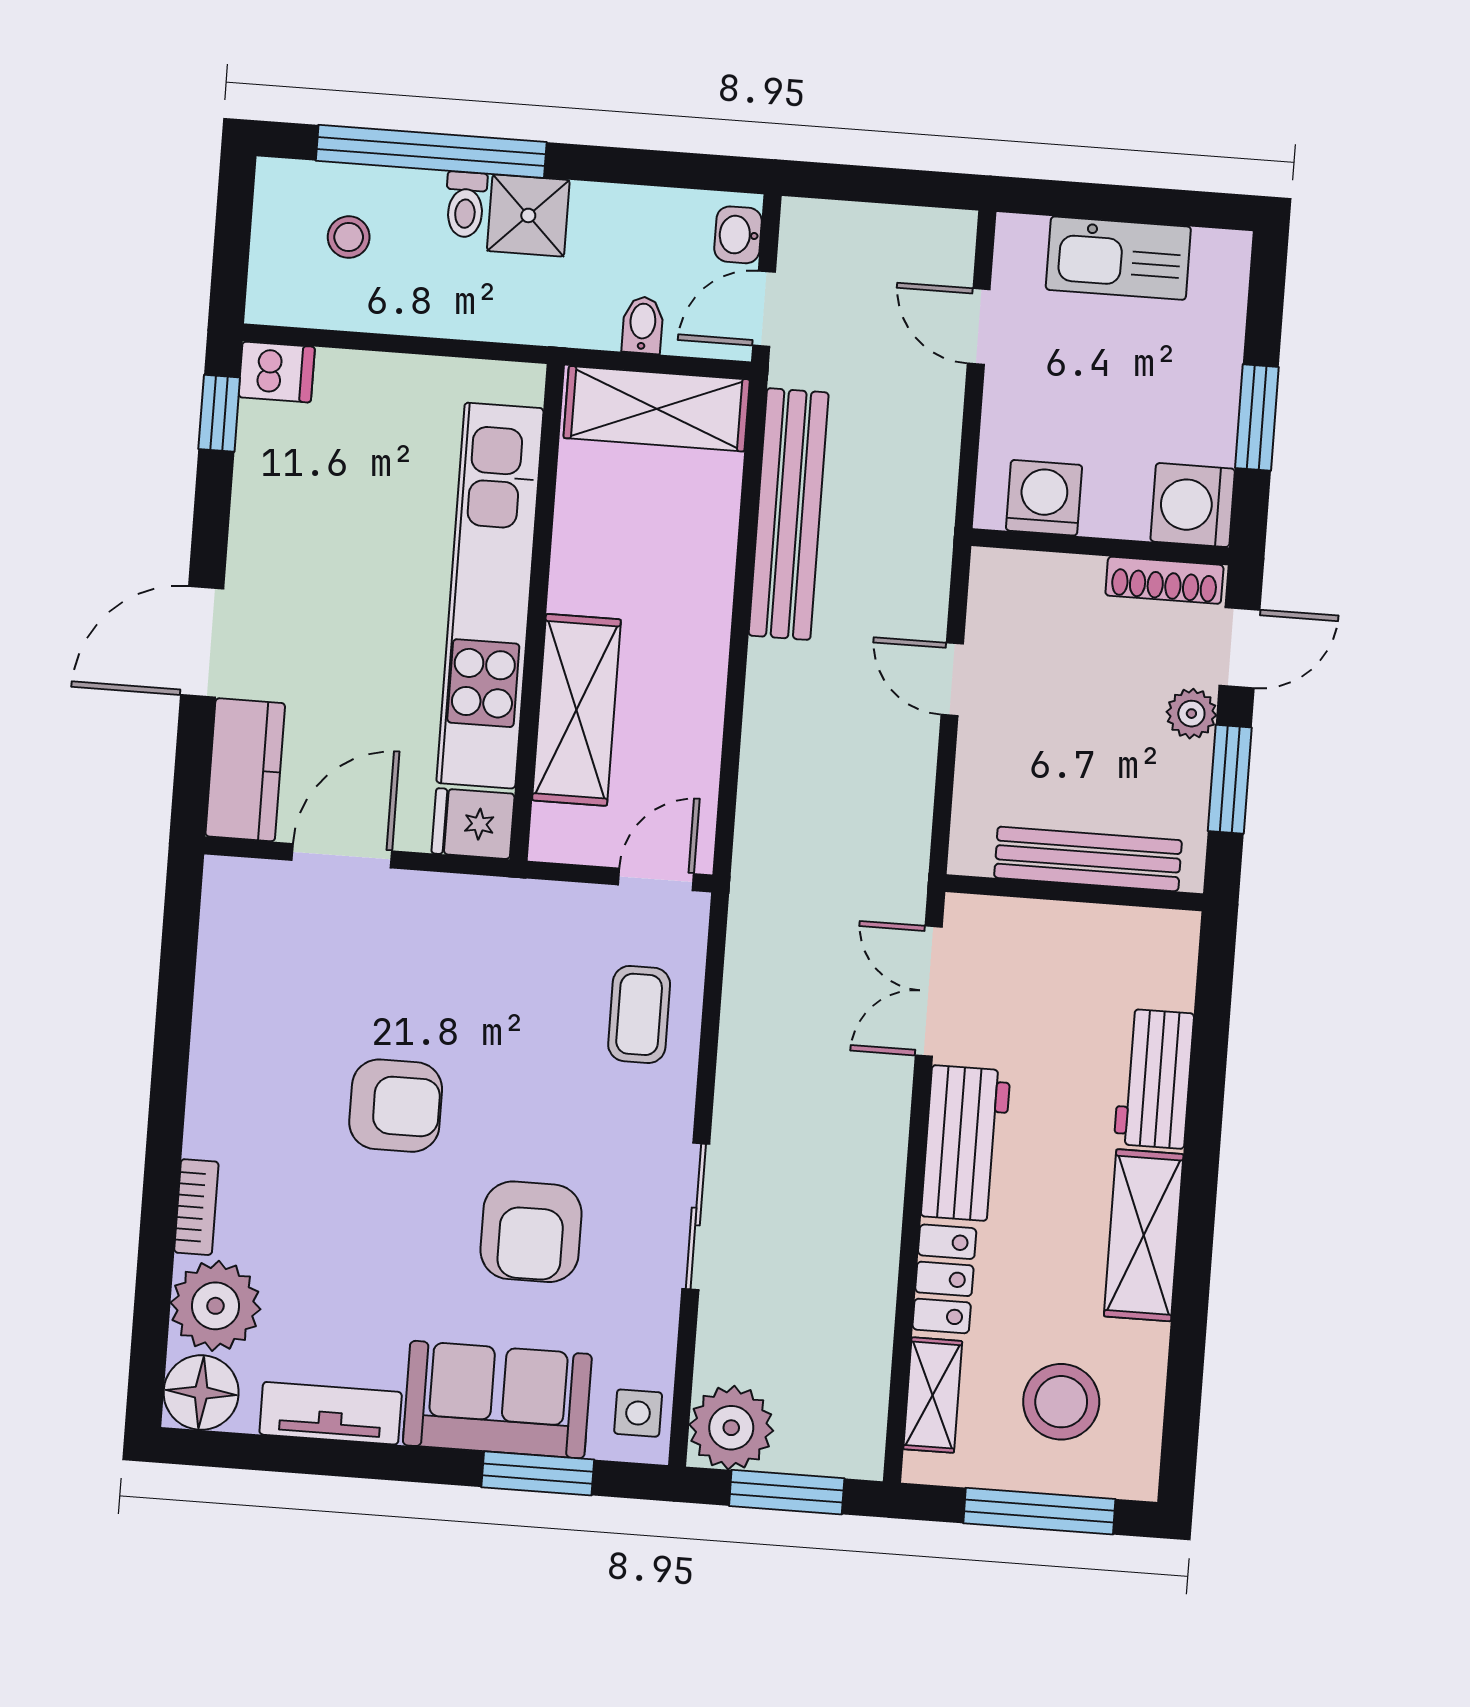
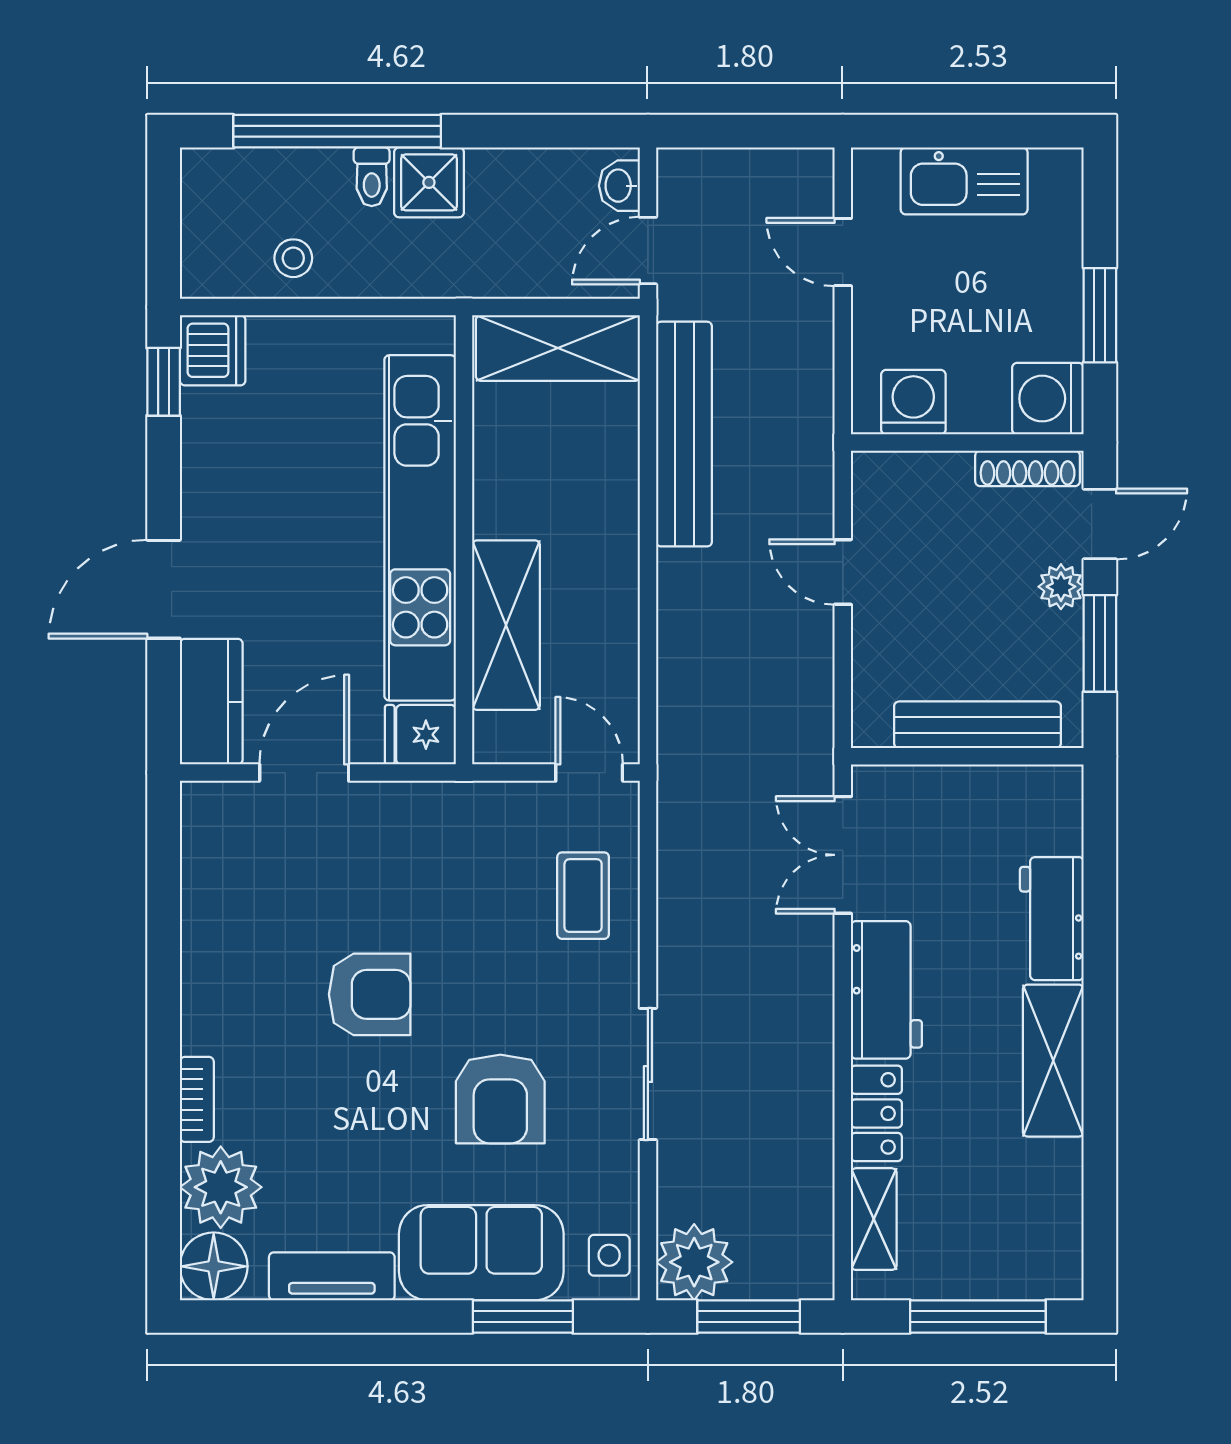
stool: (349, 237) -> (293, 258), moved
bidet: (643, 325) -> (540, 273), removed
dishwasher: (277, 372) -> (213, 350), width x1.38
door: (656, 879) -> (589, 773), hinge flipped
stool: (1061, 1402) -> (990, 1216), removed

